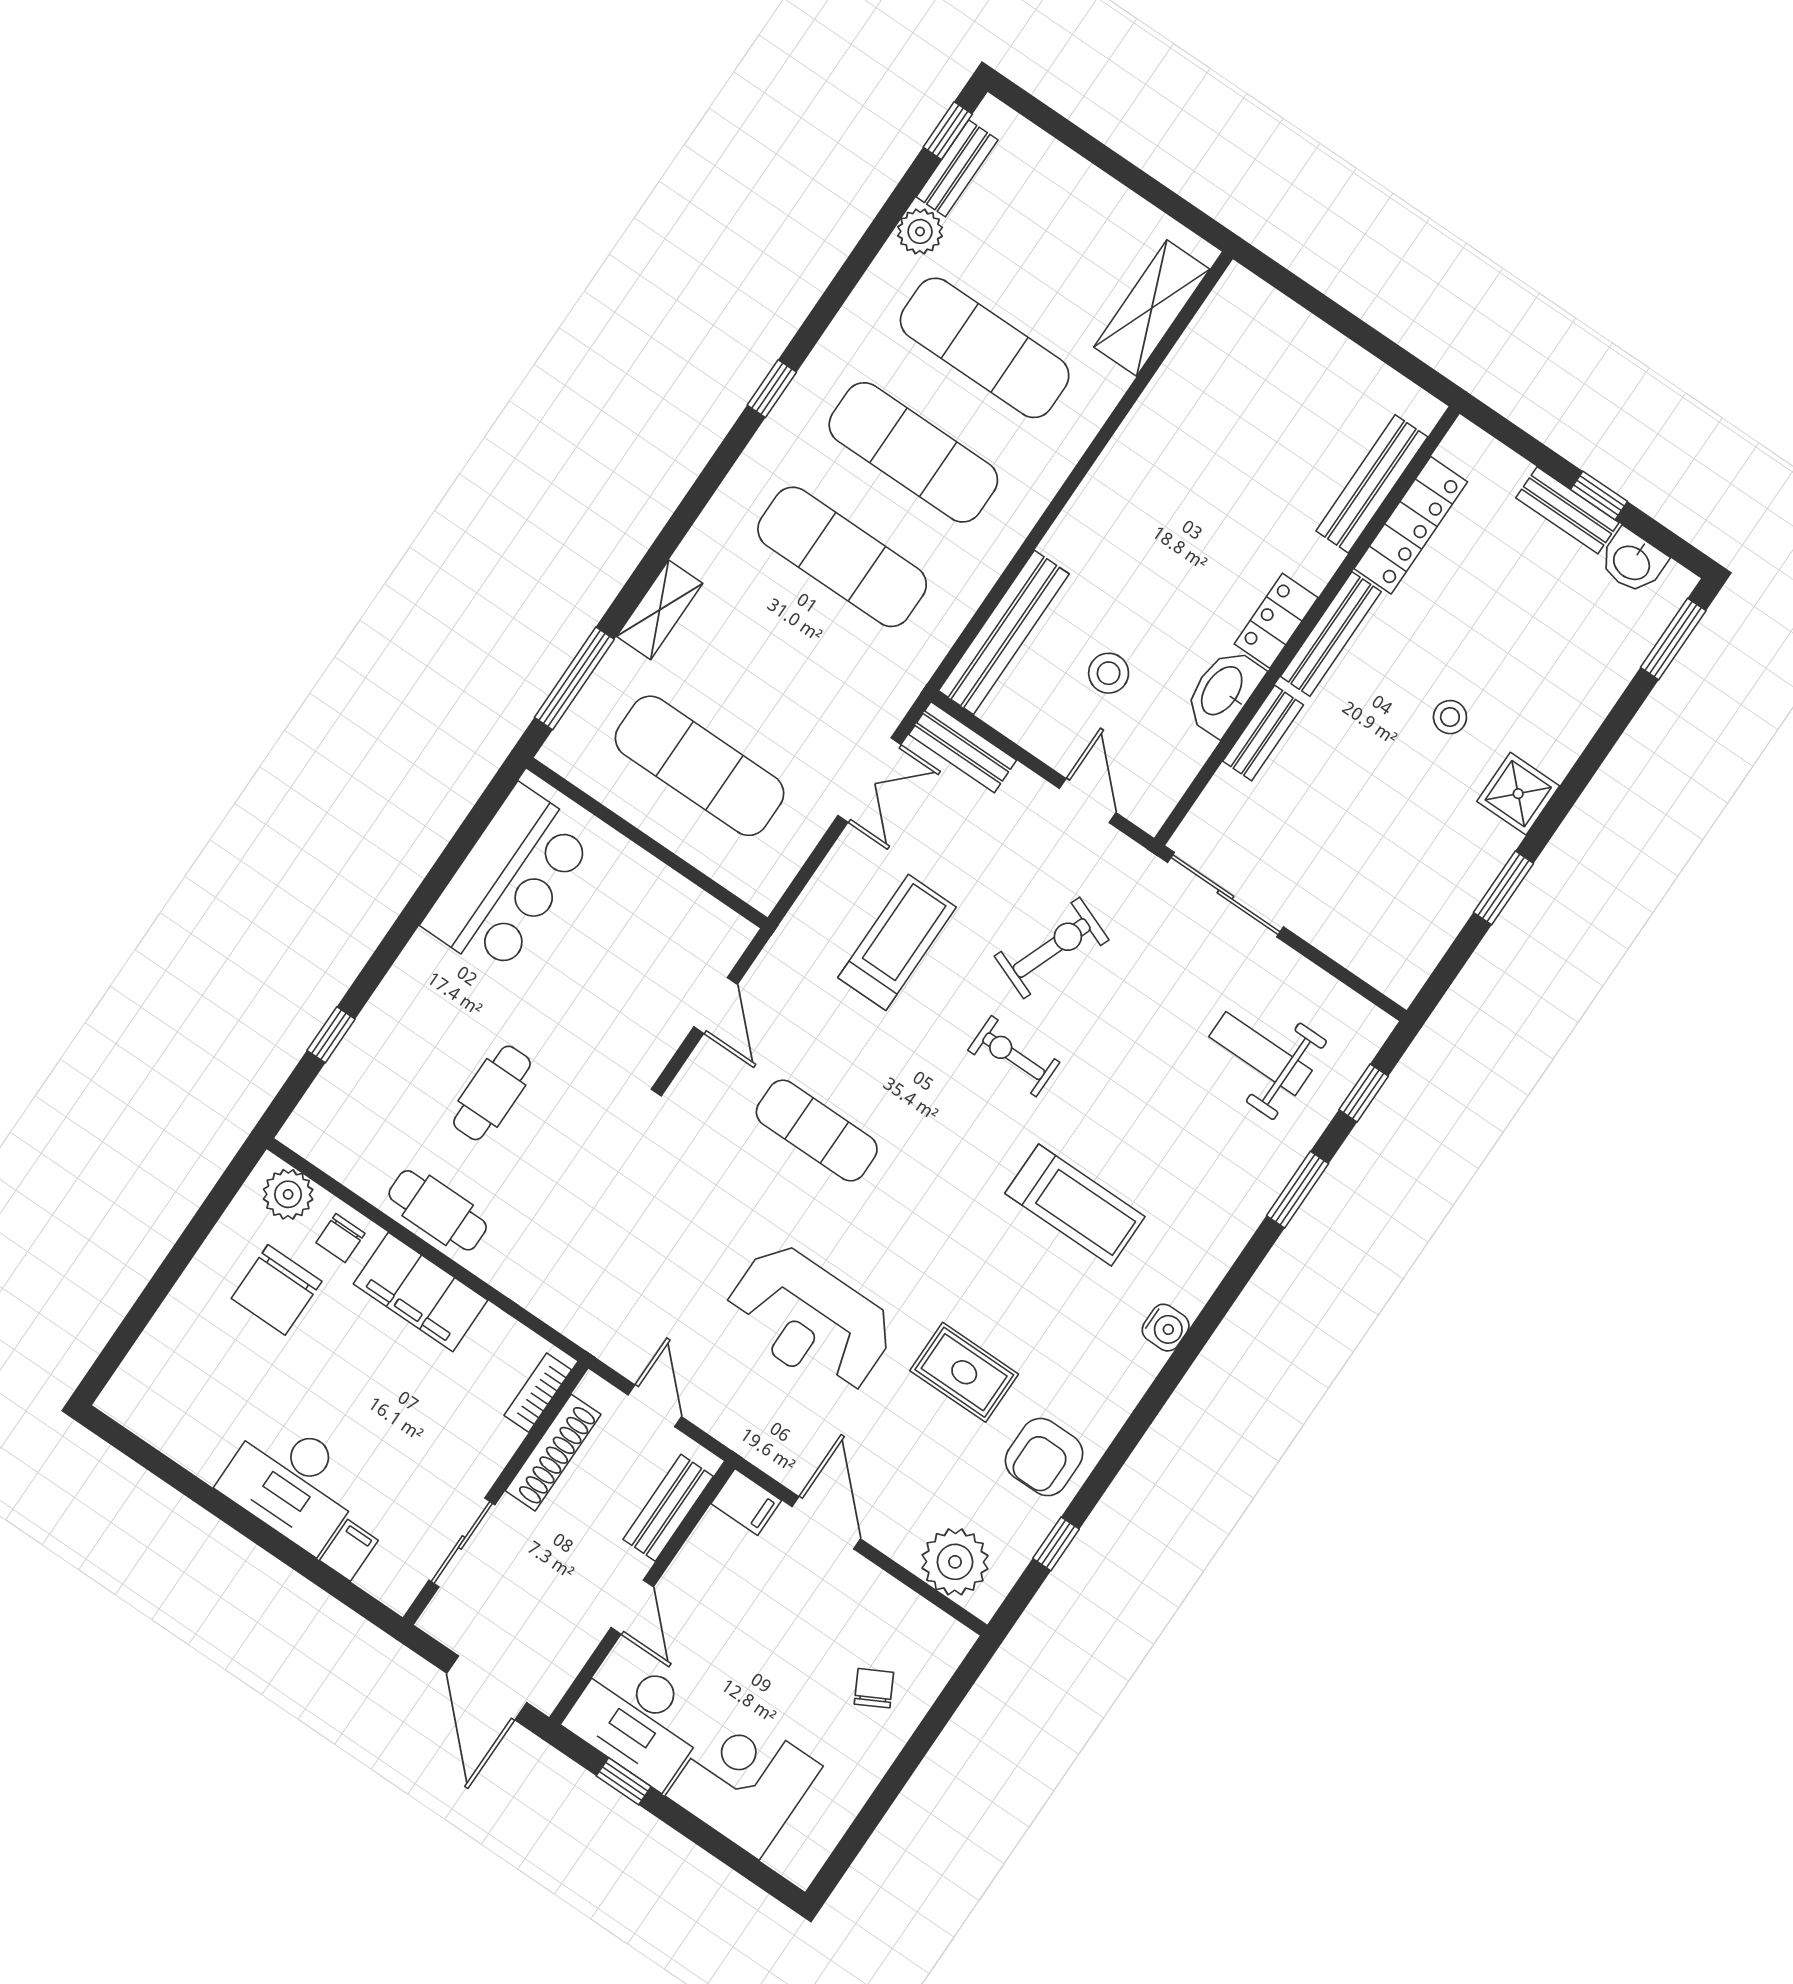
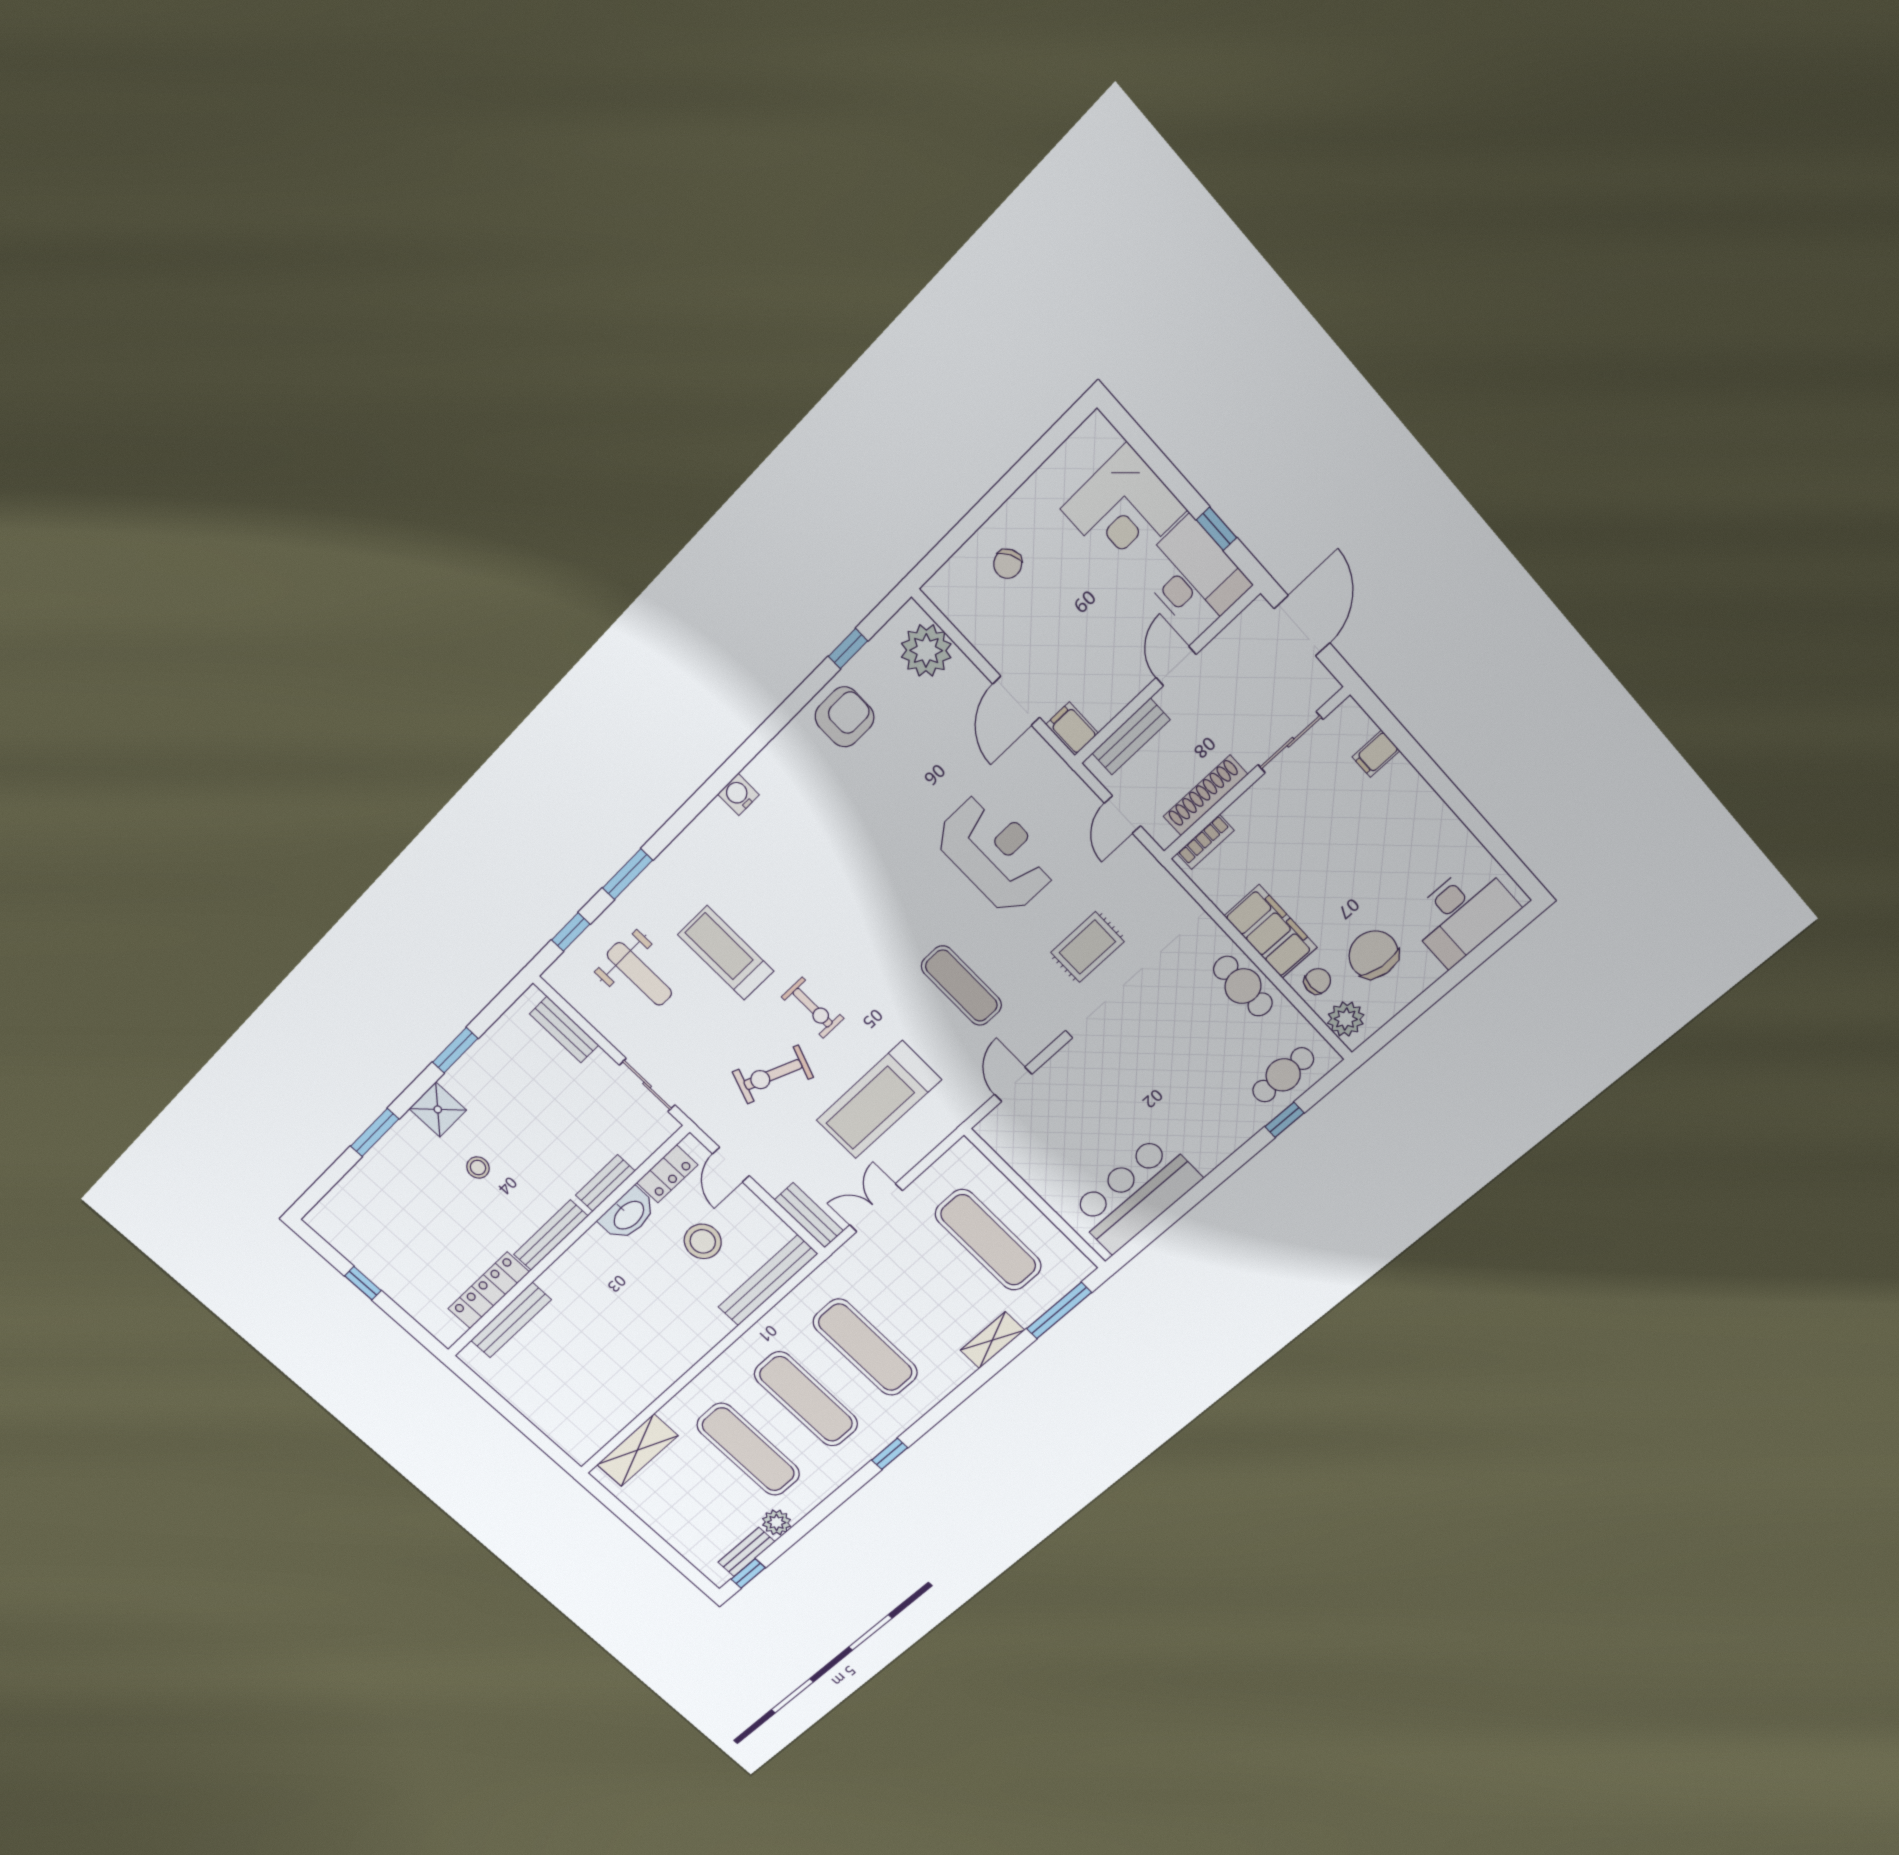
bench: (1567, 510) -> (564, 1030), moved
washbasin: (1632, 562) -> (345, 1239), removed
locker: (1276, 621) -> (667, 1174), moved
window: (1673, 639) -> (375, 1133), moved
stool: (1109, 673) -> (703, 1241), width x1.38, depth x1.38
sliding door: (1225, 895) -> (647, 1085), width x0.73
treadmill: (897, 942) -> (879, 1100), width x1.37, depth x1.38
cafe table: (492, 1093) -> (1283, 1075), moved
treadmill: (1075, 1205) -> (726, 953), moved
chair: (277, 1290) -> (1373, 954), turned -84
rug: (964, 1372) -> (1087, 947), moved, turned 90
desk: (293, 1483) -> (1463, 914), moved, turned 90

